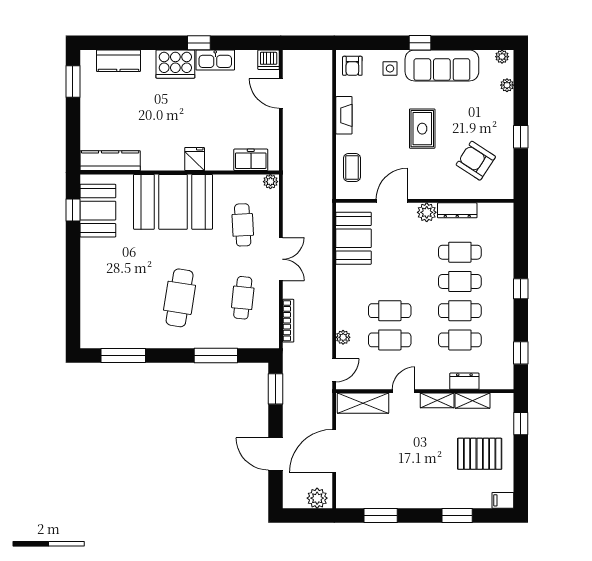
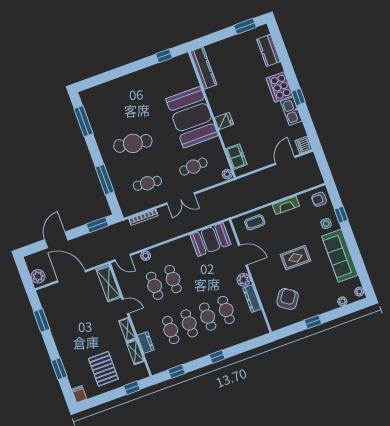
window: (420, 43) -> (341, 215), moved
booth: (98, 211) -> (169, 72), removed

